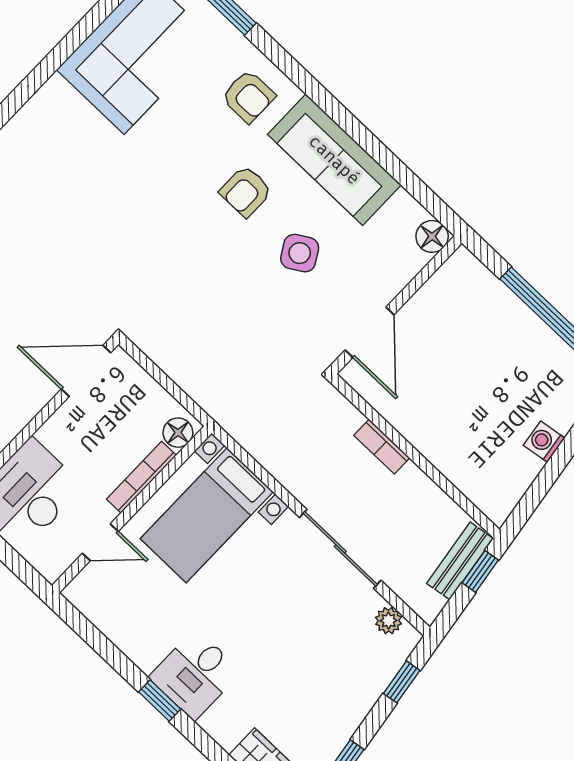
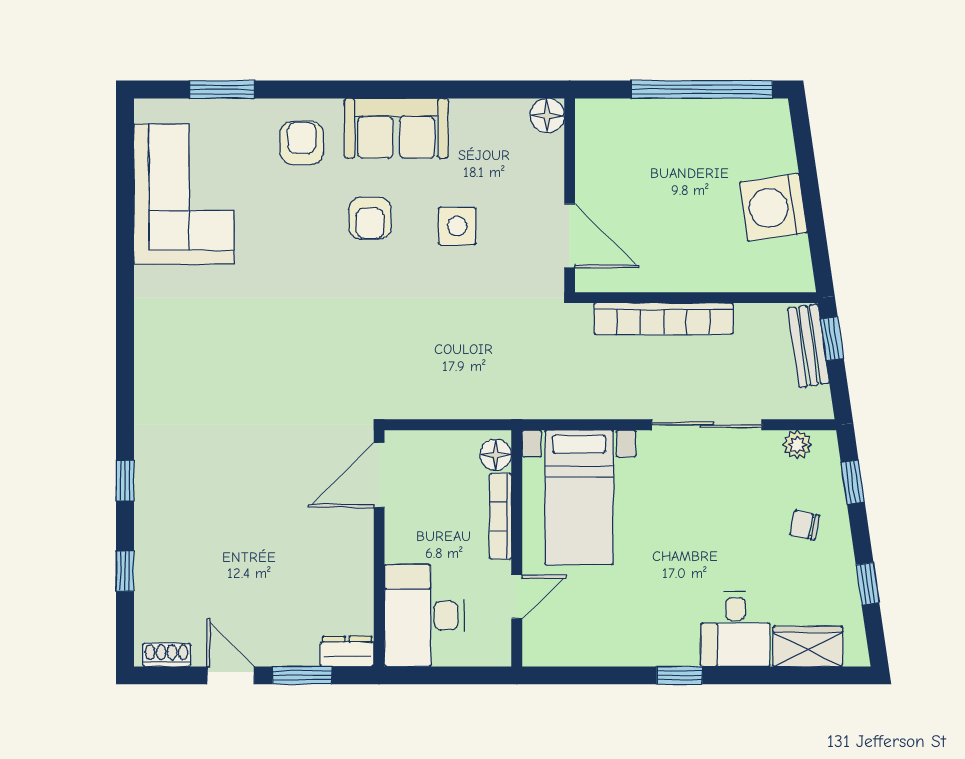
armchair: (248, 96) -> (302, 143), turned -90
sofa: (334, 160) -> (396, 128), width x0.73
side table: (300, 253) -> (457, 226), turned 31
washing machine: (544, 442) -> (773, 207), width x1.89, depth x1.89
bookcase: (382, 447) -> (664, 319), width x2.31, depth x1.31
desk: (195, 675) -> (735, 629), moved
chair: (341, 680) -> (805, 525), added

